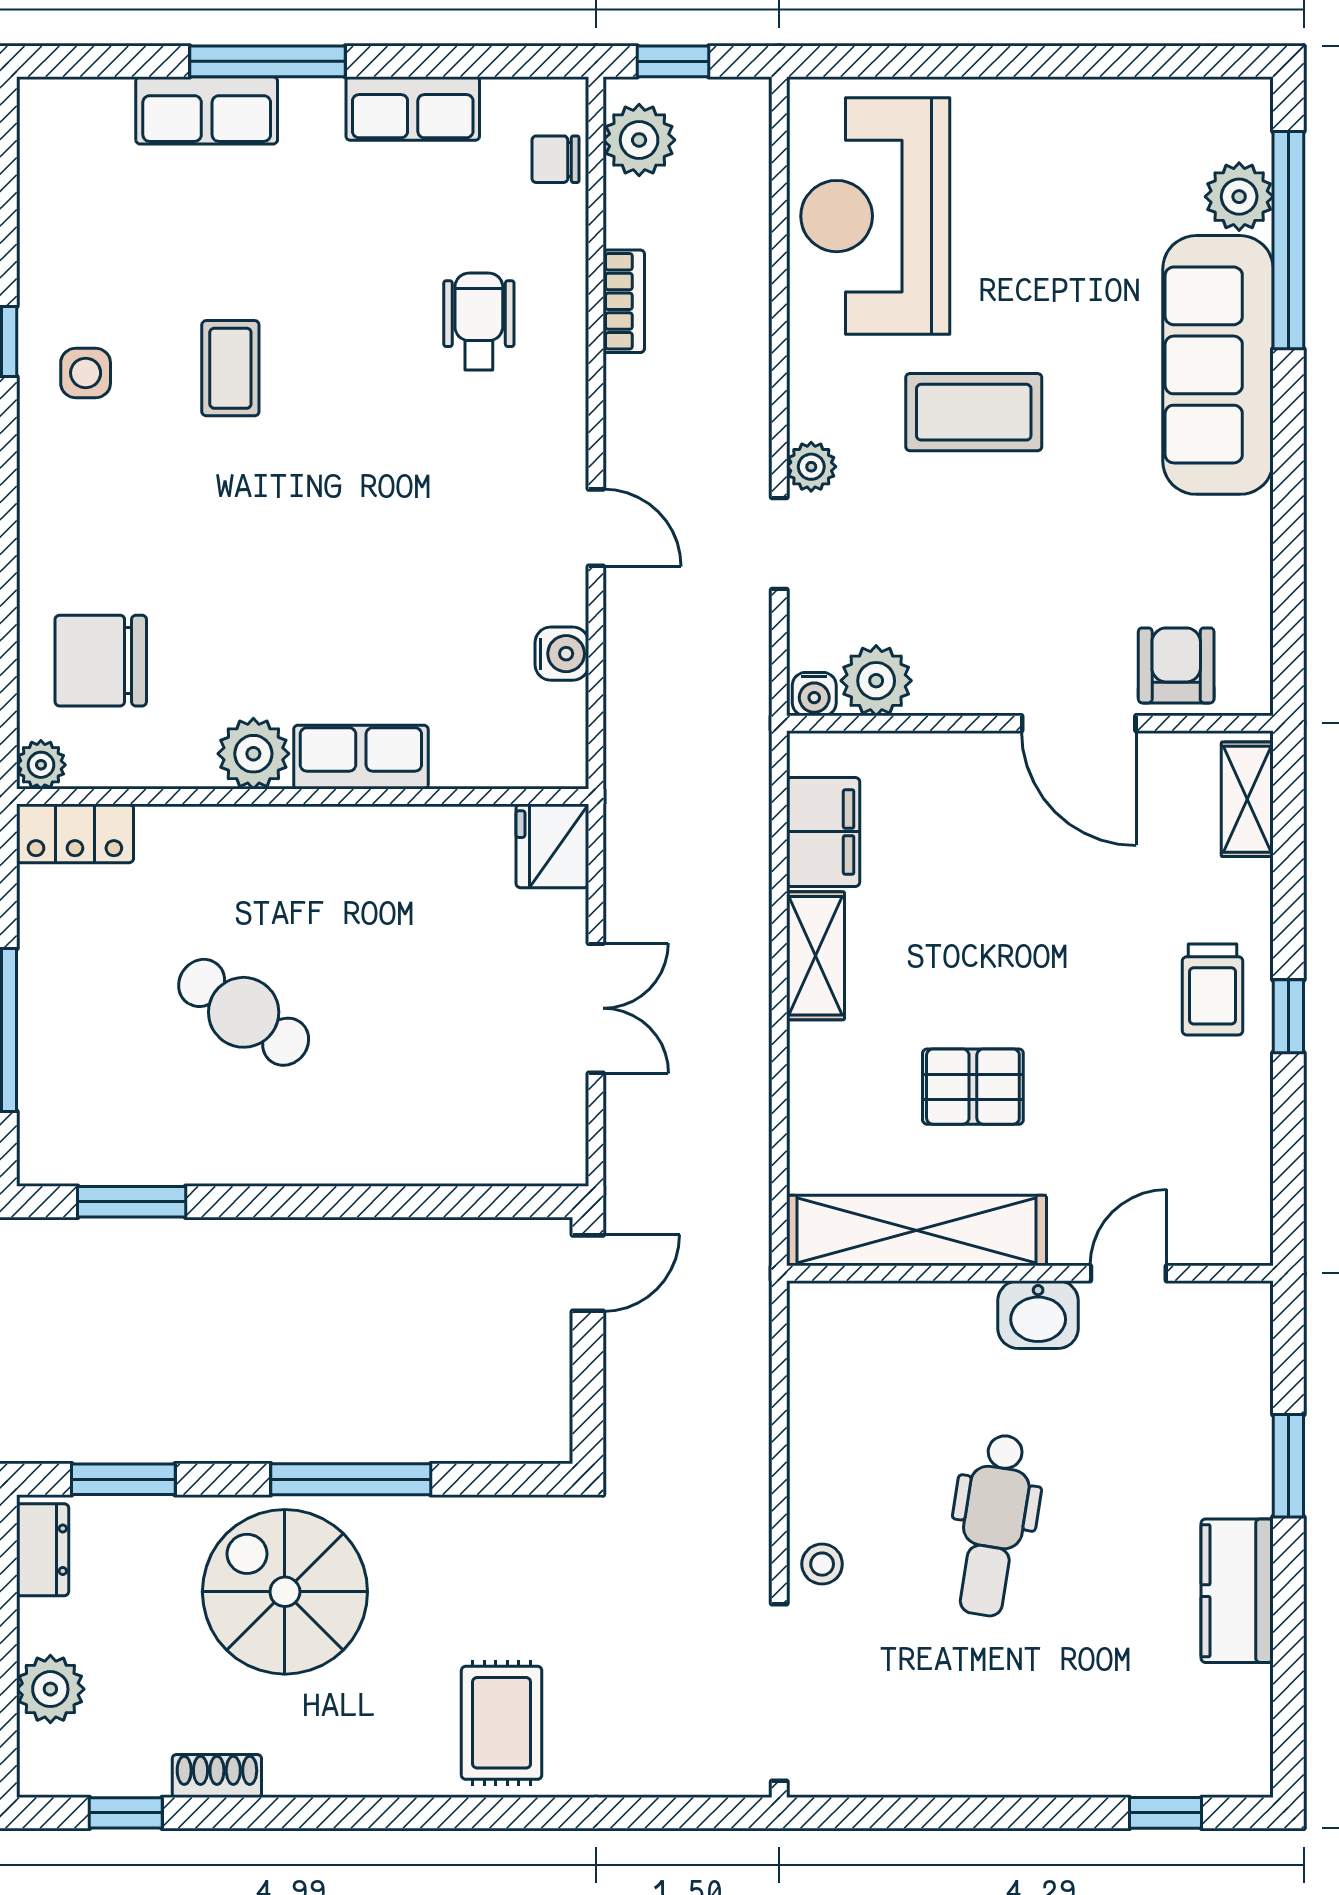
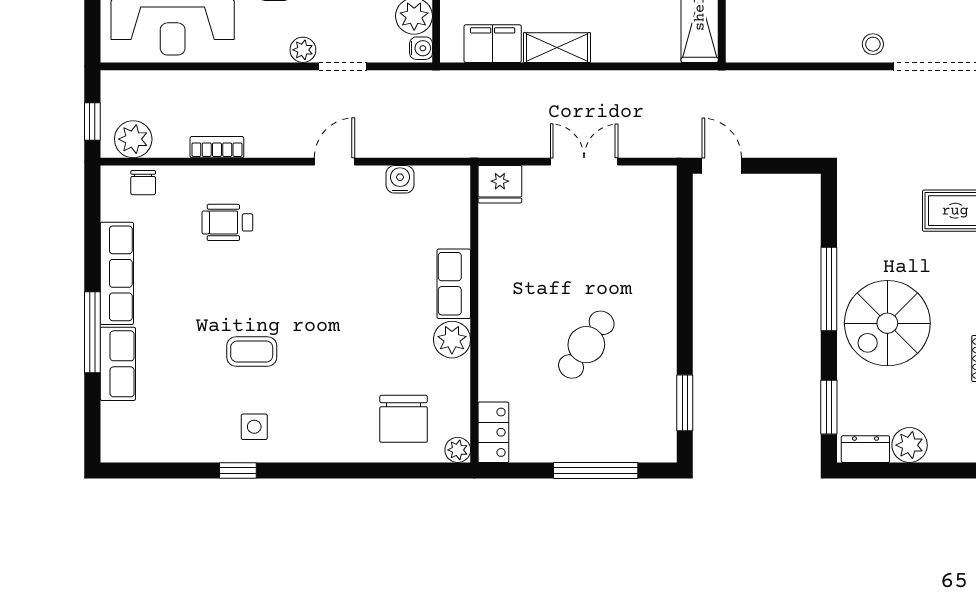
row of seats: (413, 109) -> (117, 273), width x1.48
plant: (50, 1689) -> (910, 445), moved

